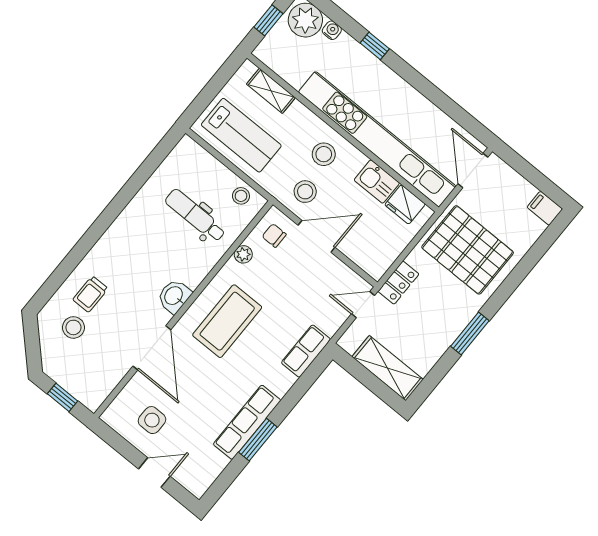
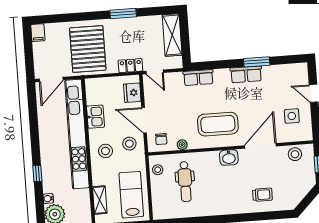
fridge: (405, 204) -> (132, 93), moved, turned 180
stool: (73, 327) -> (295, 154), moved
row of seats: (247, 422) -> (246, 74), width x0.68

